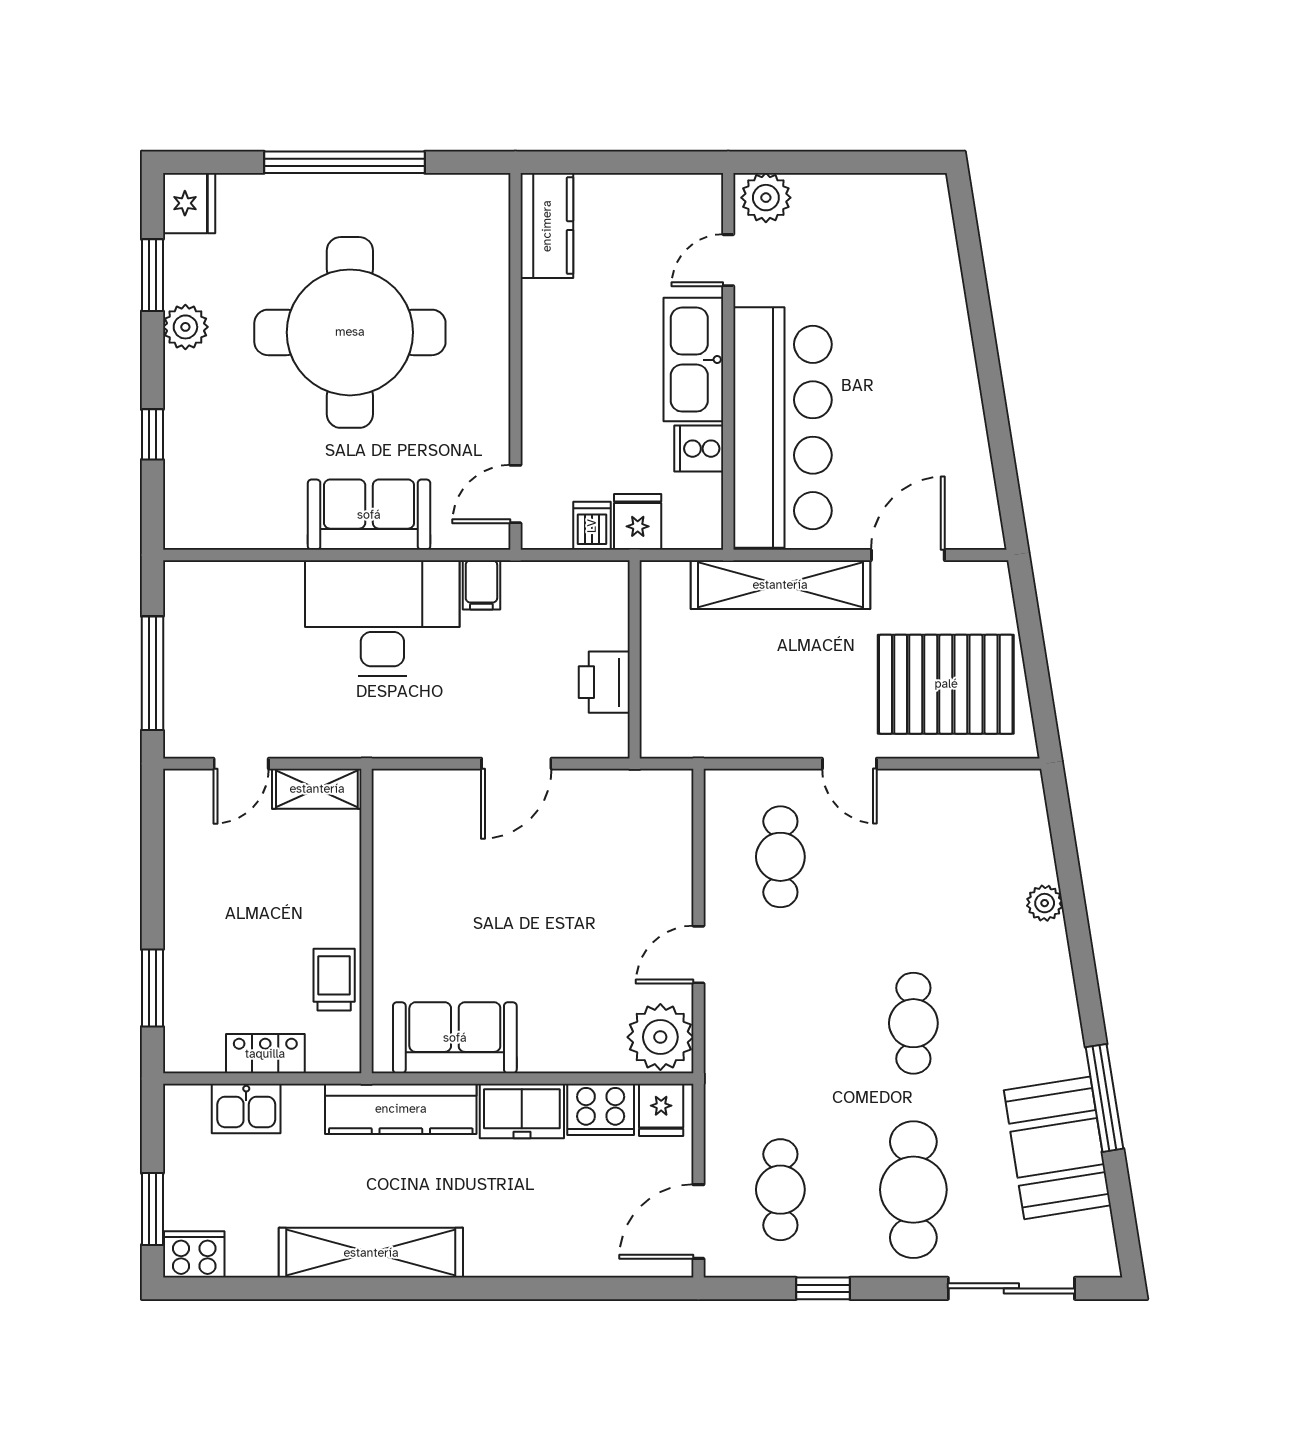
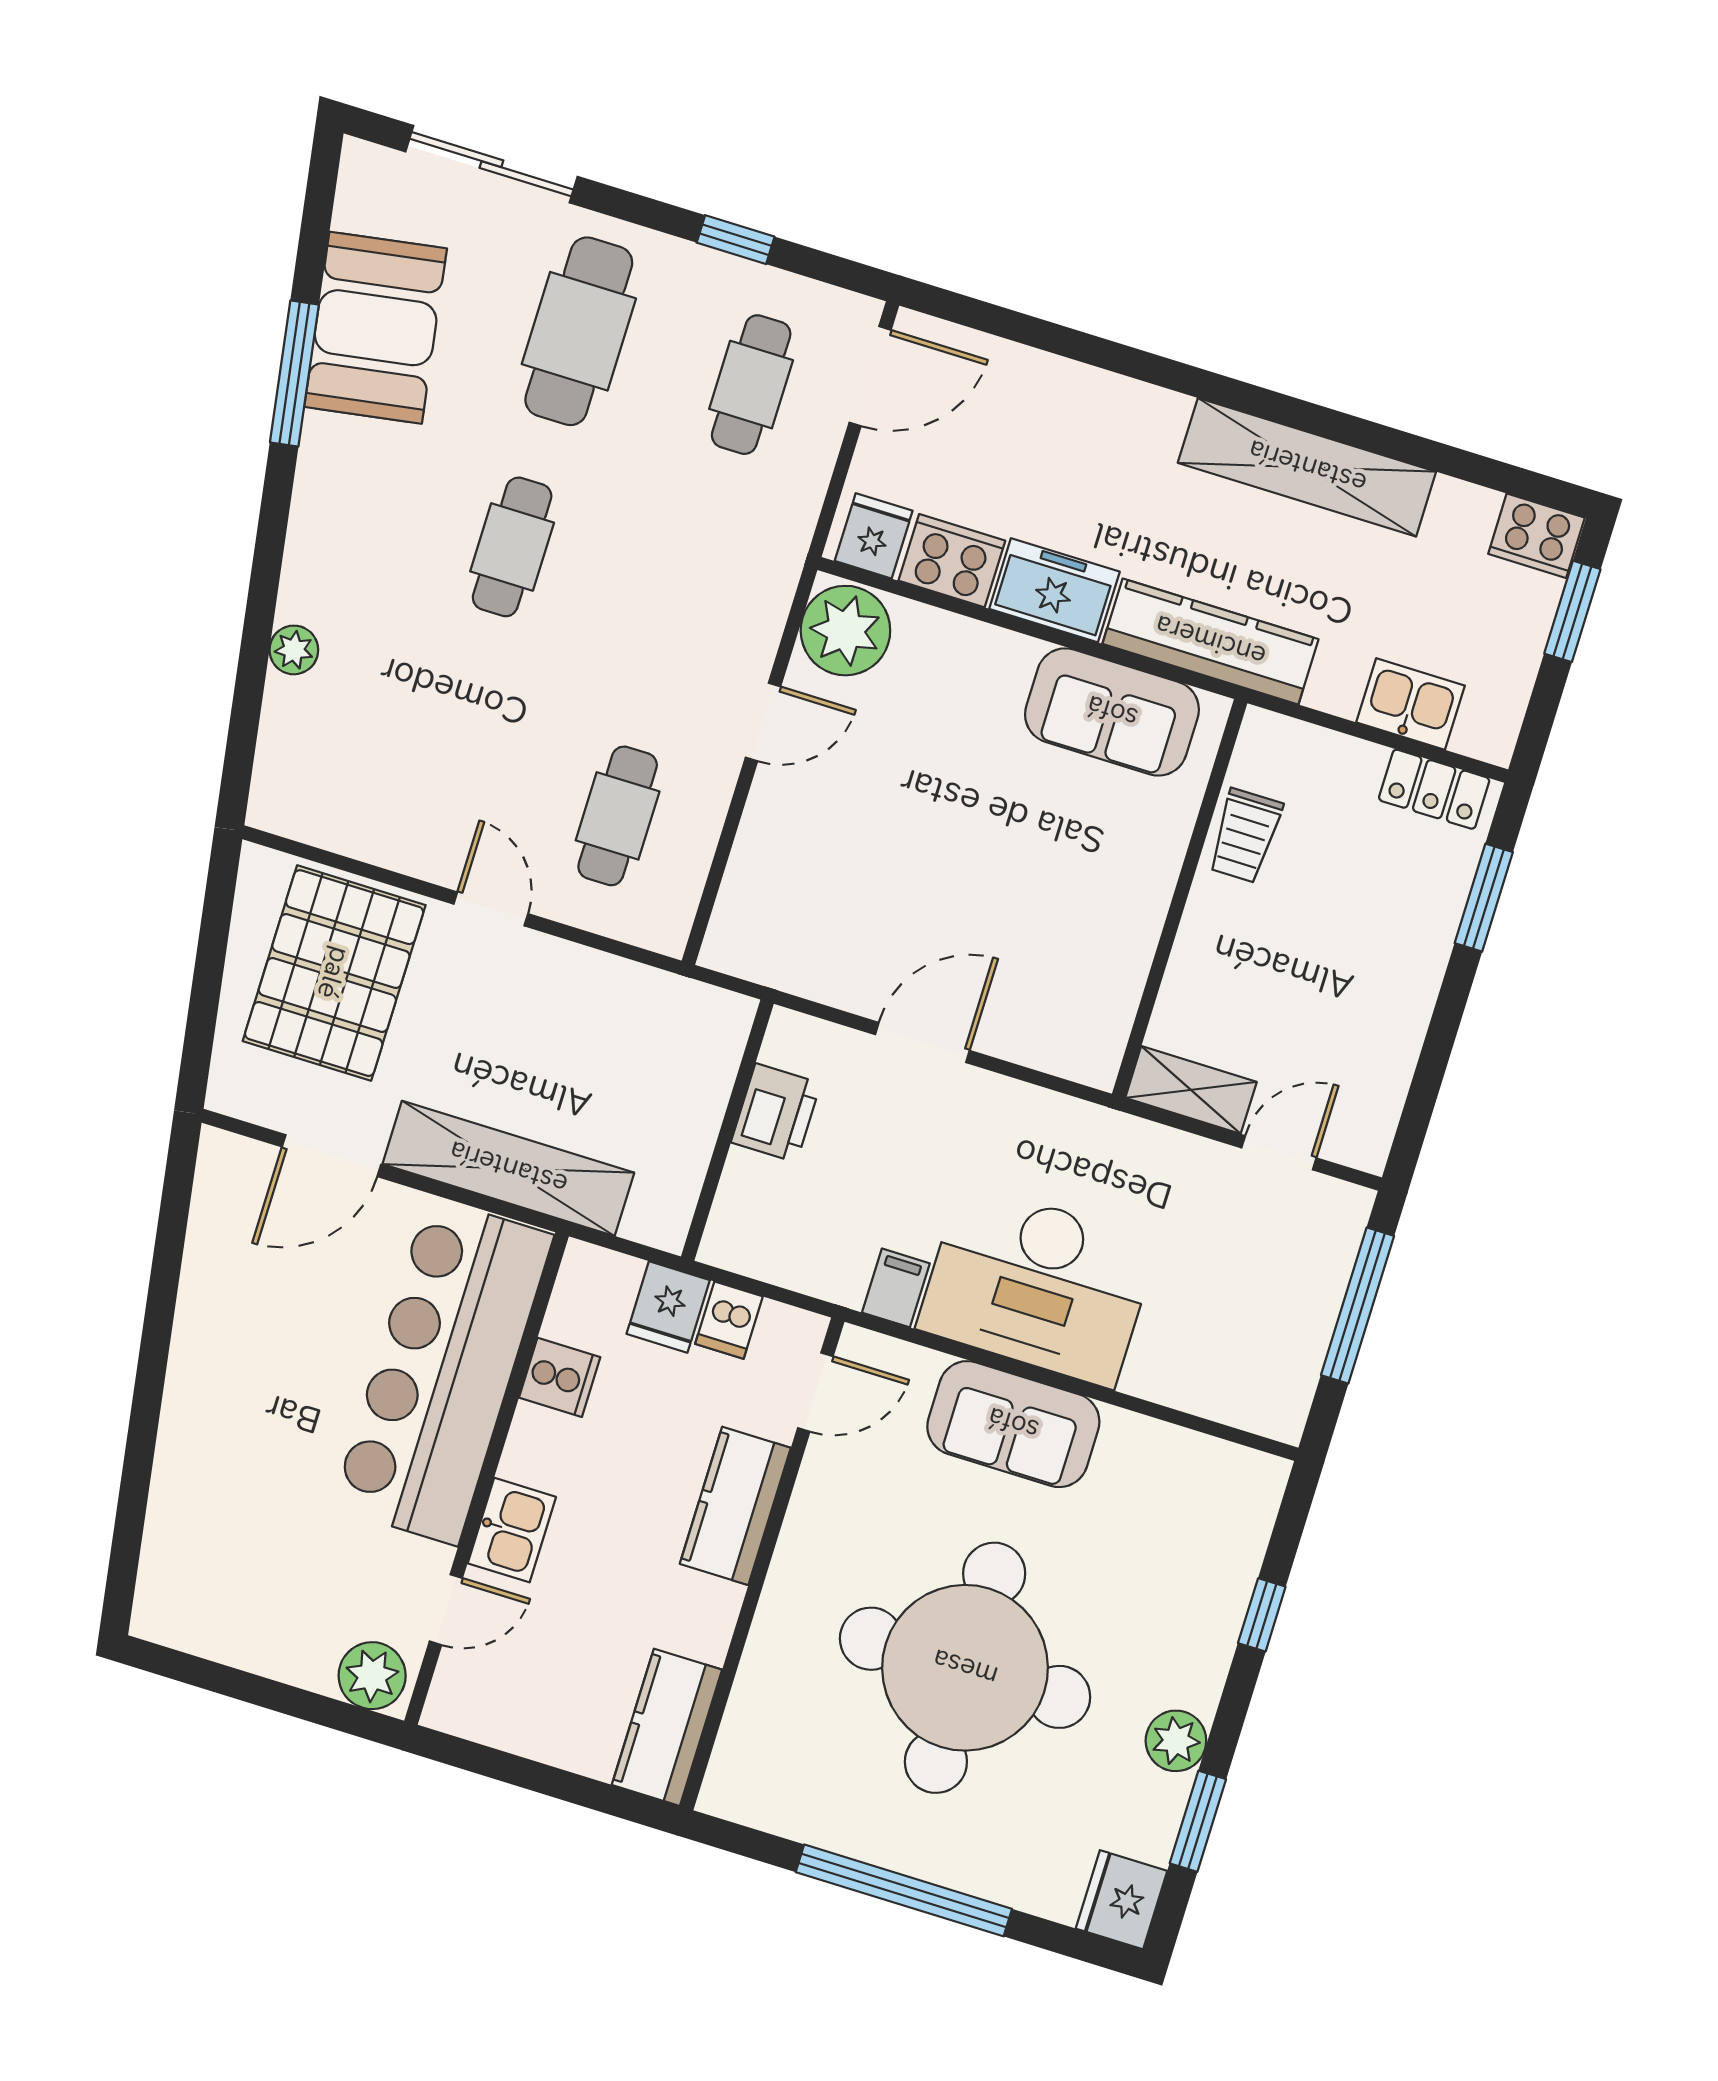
kitchen sink: (693, 360) -> (512, 1530), width x0.53, depth x0.81
kitchen counter: (547, 396) -> (735, 1506), added
pallet: (946, 684) -> (334, 973), turned 90
locker: (265, 1054) -> (1434, 789), moved

